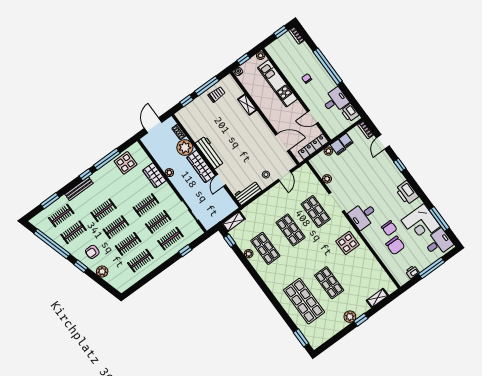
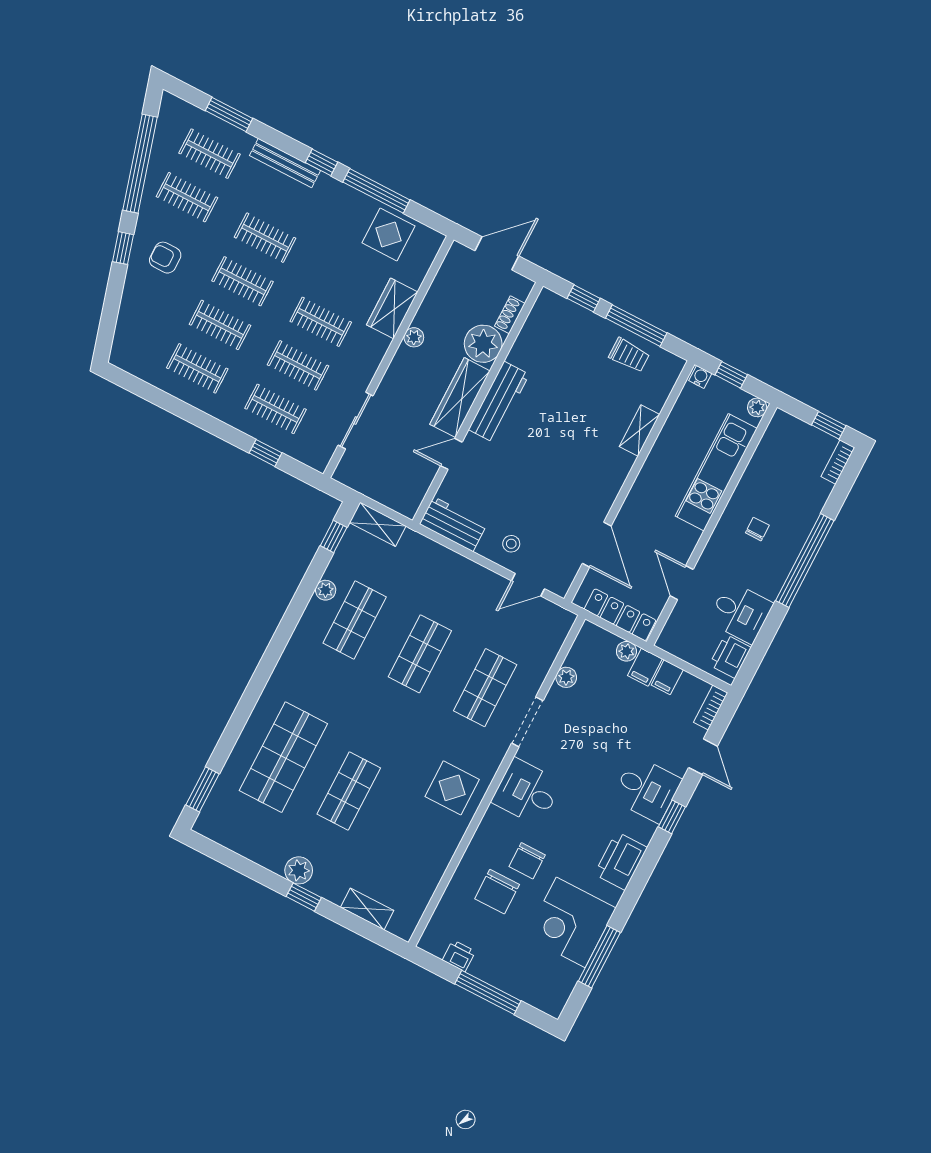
door: (383, 142) -> (703, 757), swing flipped
desk: (438, 243) -> (647, 789), moved
plant: (102, 271) -> (134, 299), removed

